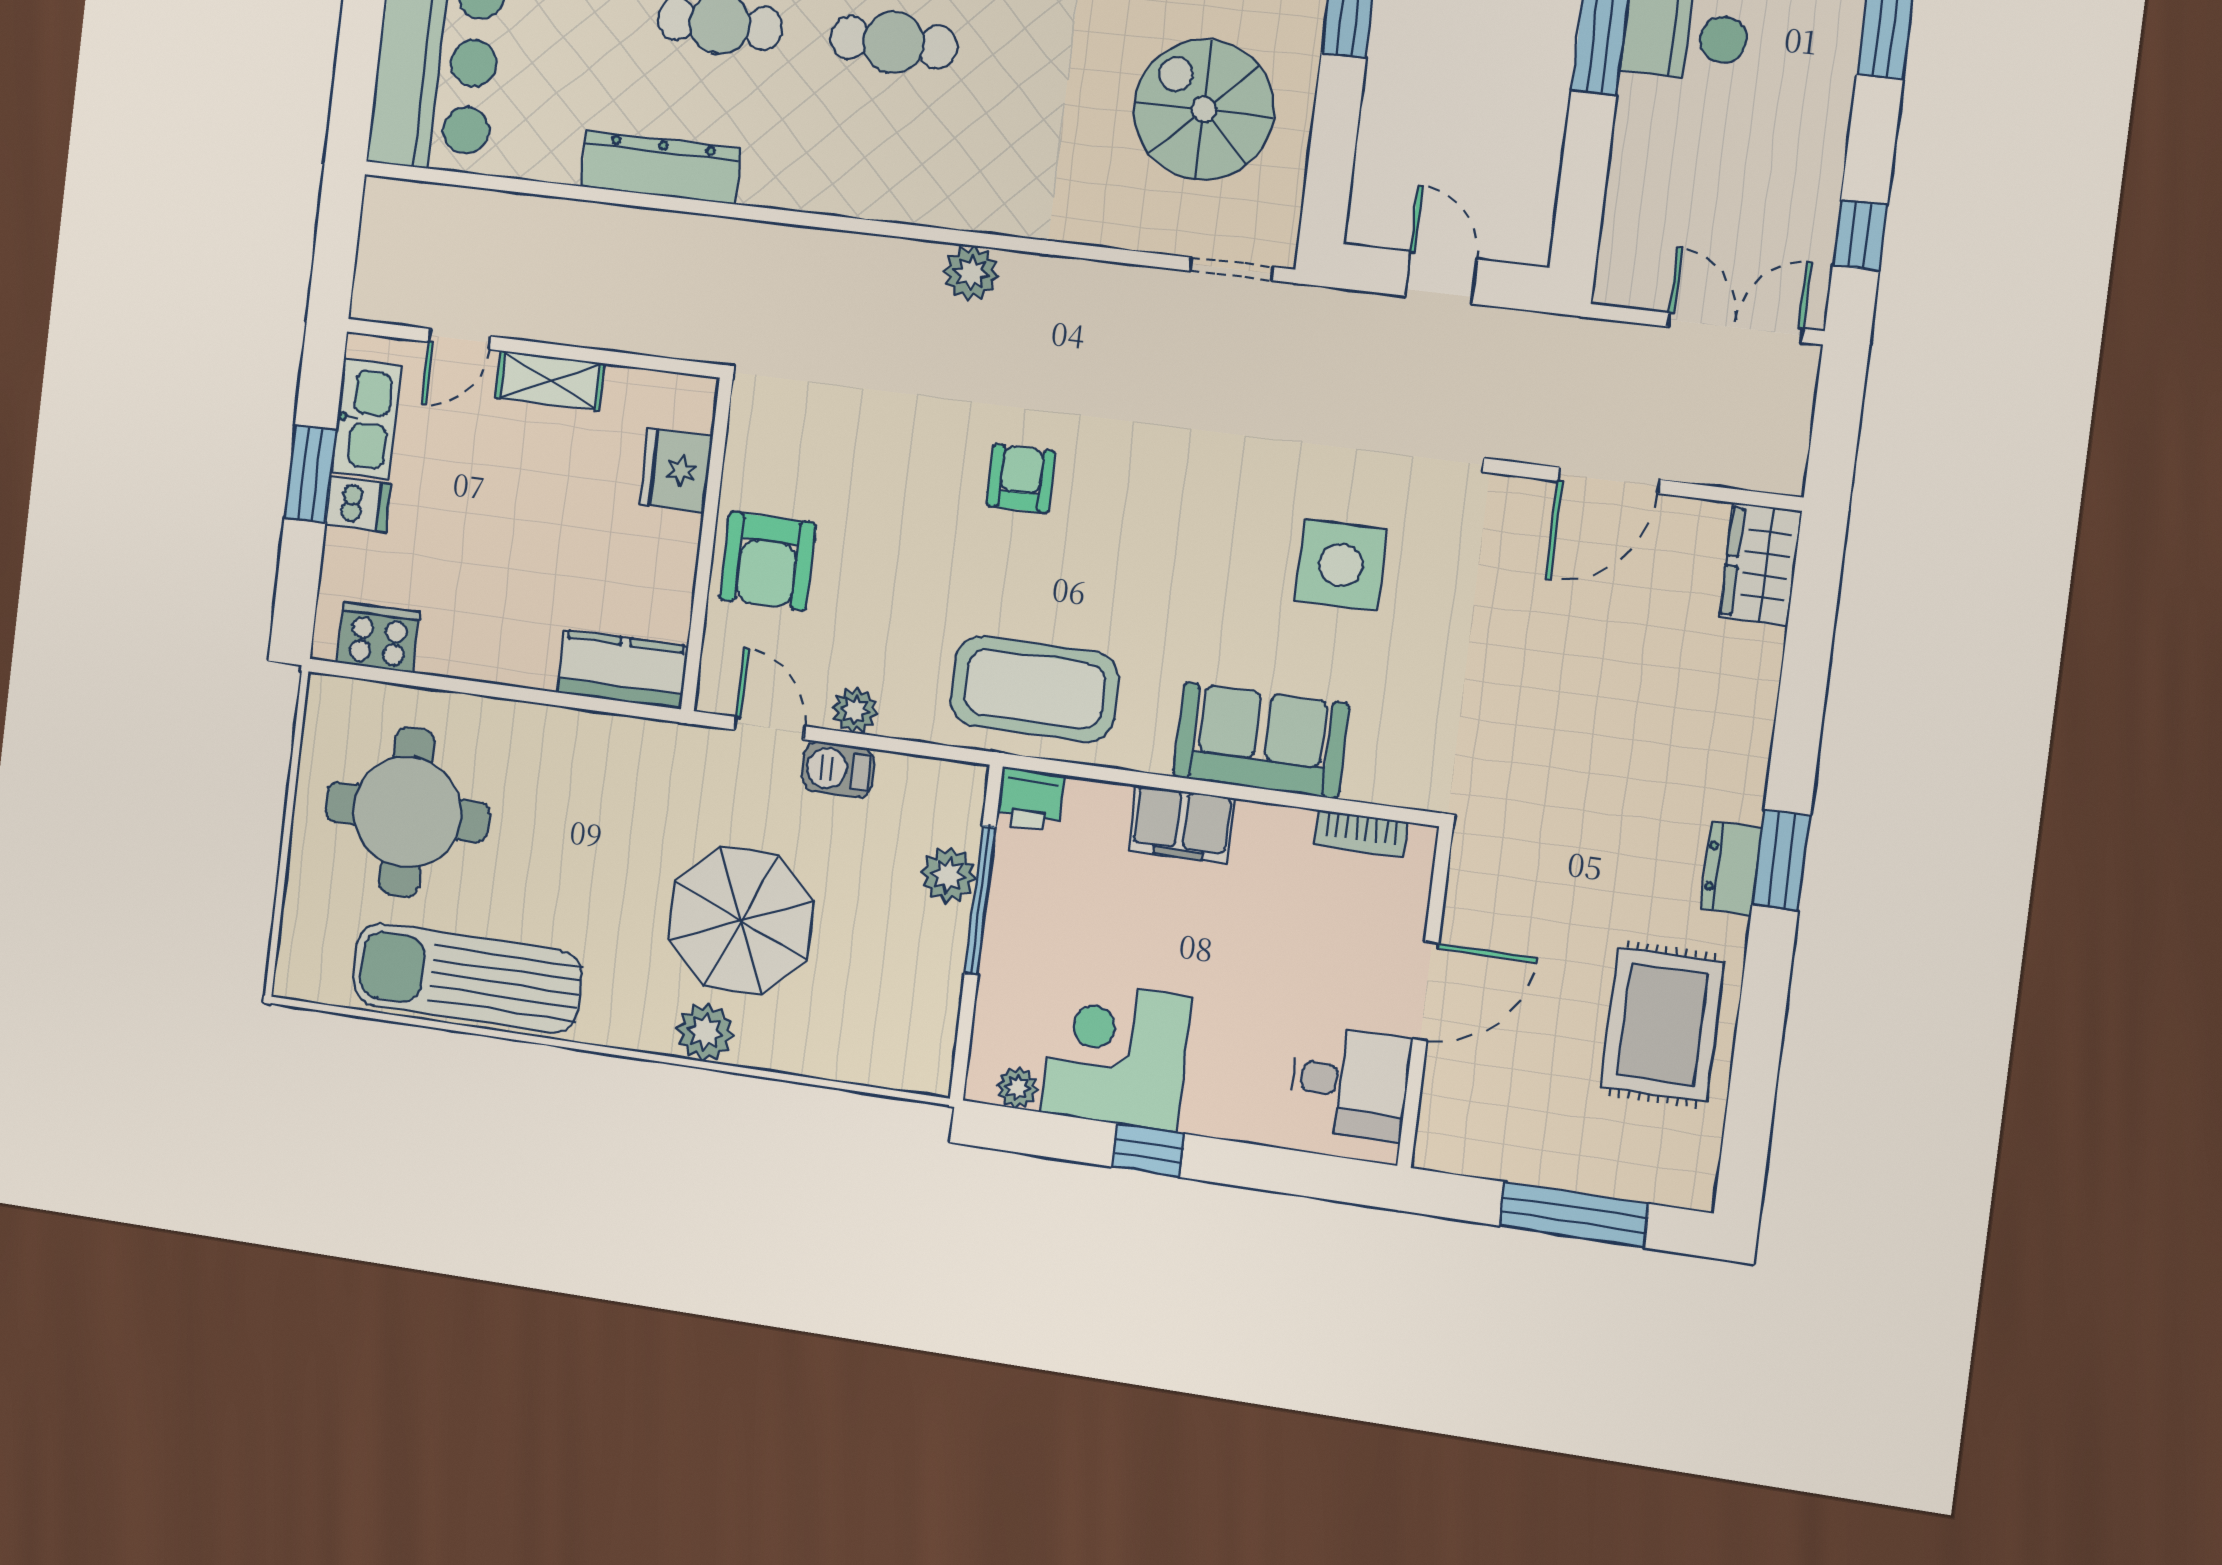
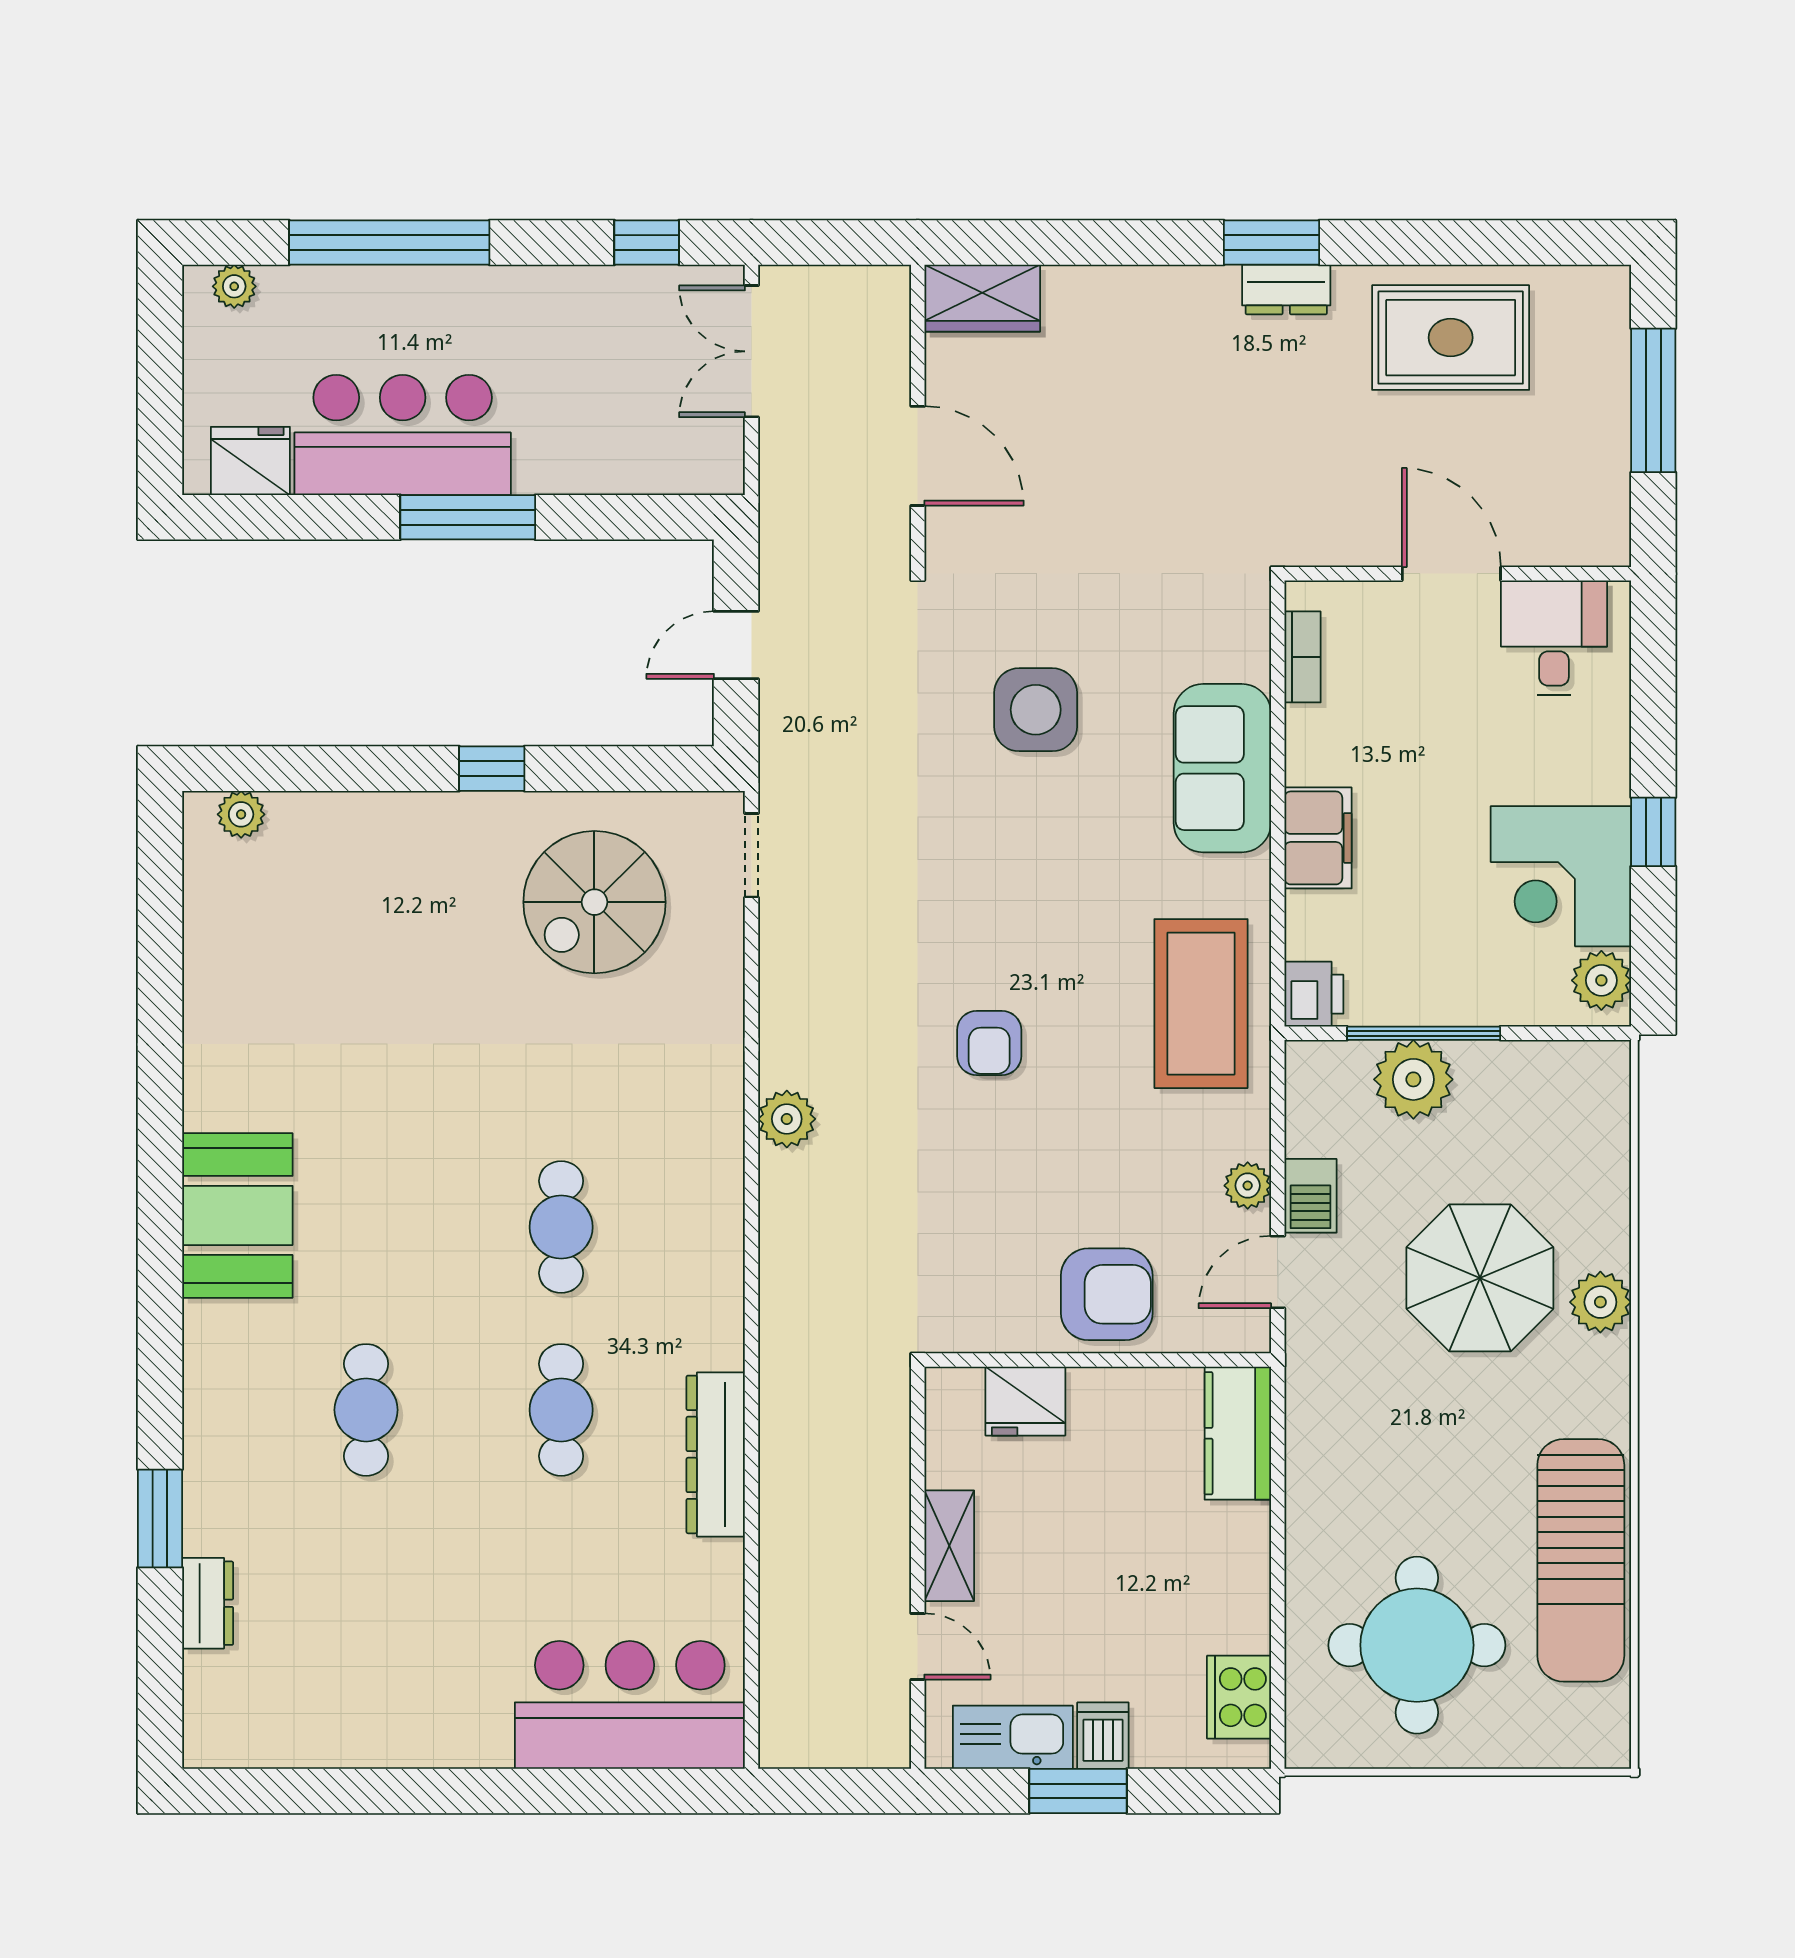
armchair: (1021, 479) -> (989, 1043), turned -90
plant: (948, 875) -> (1413, 1079), width x1.36, depth x1.36
plant: (1017, 1088) -> (1601, 980), width x1.38, depth x1.38

